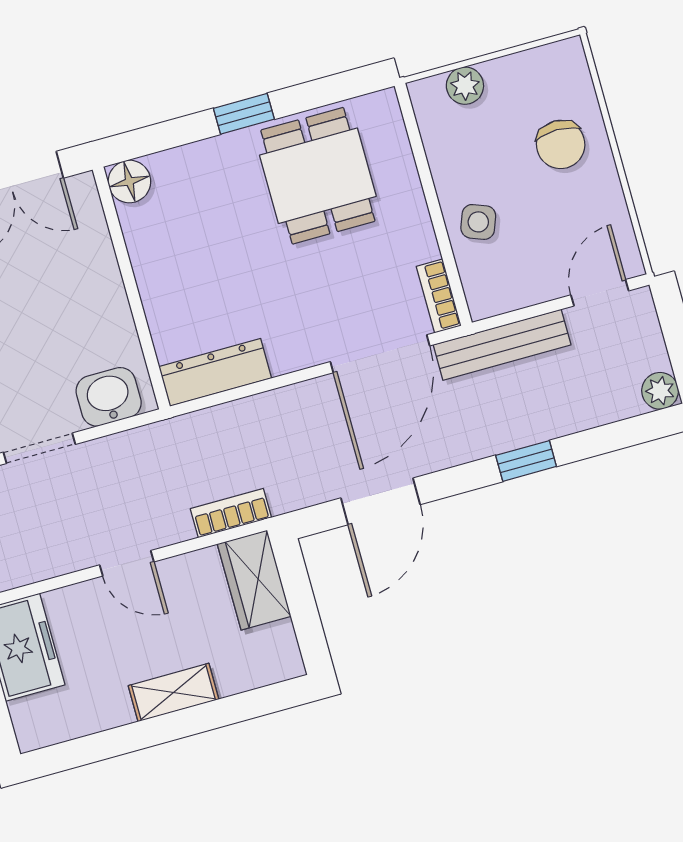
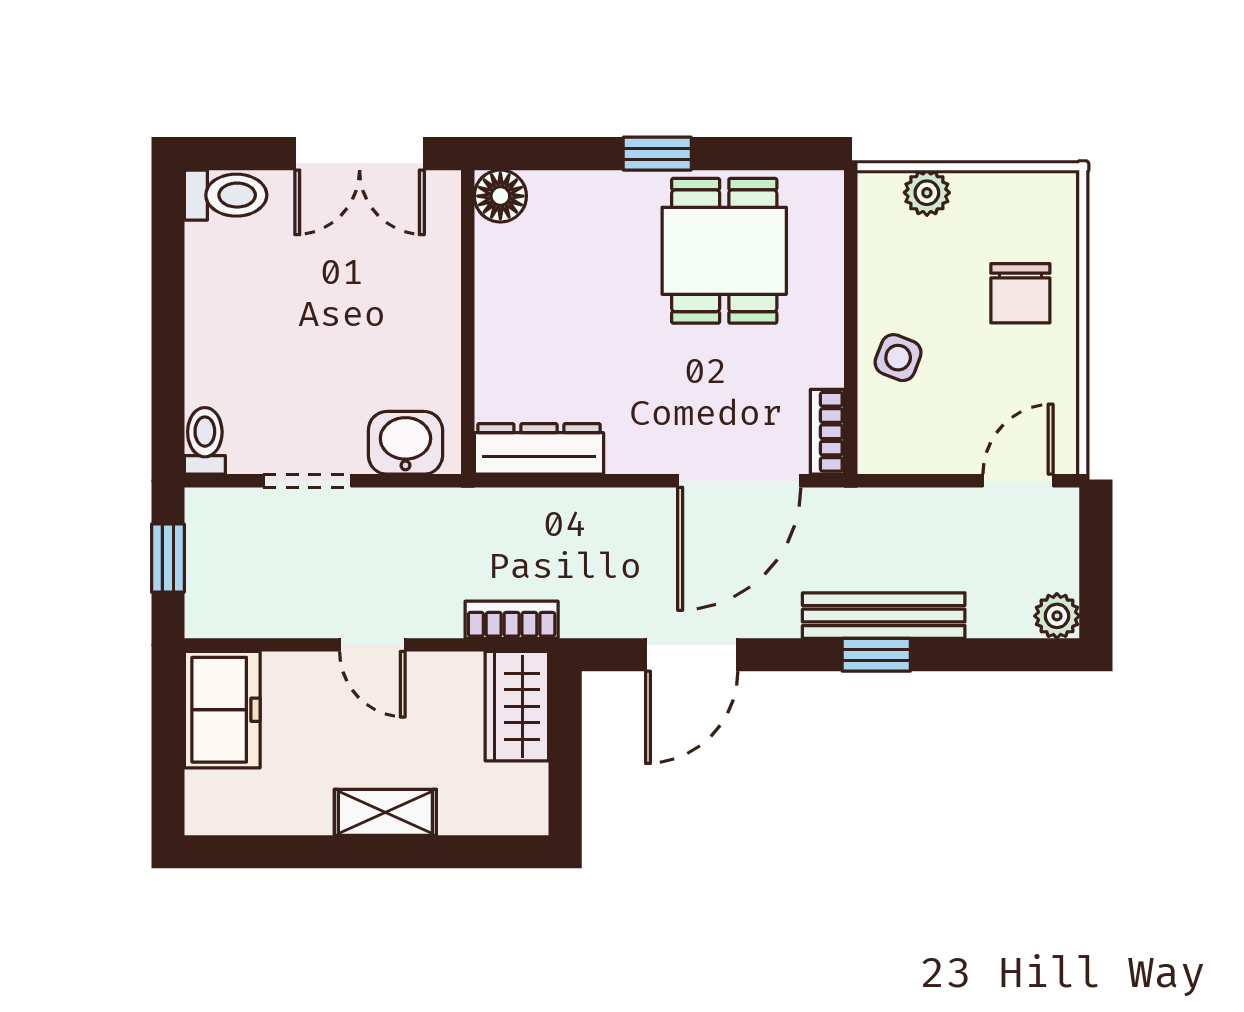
bench: (502, 345) -> (884, 616), moved

